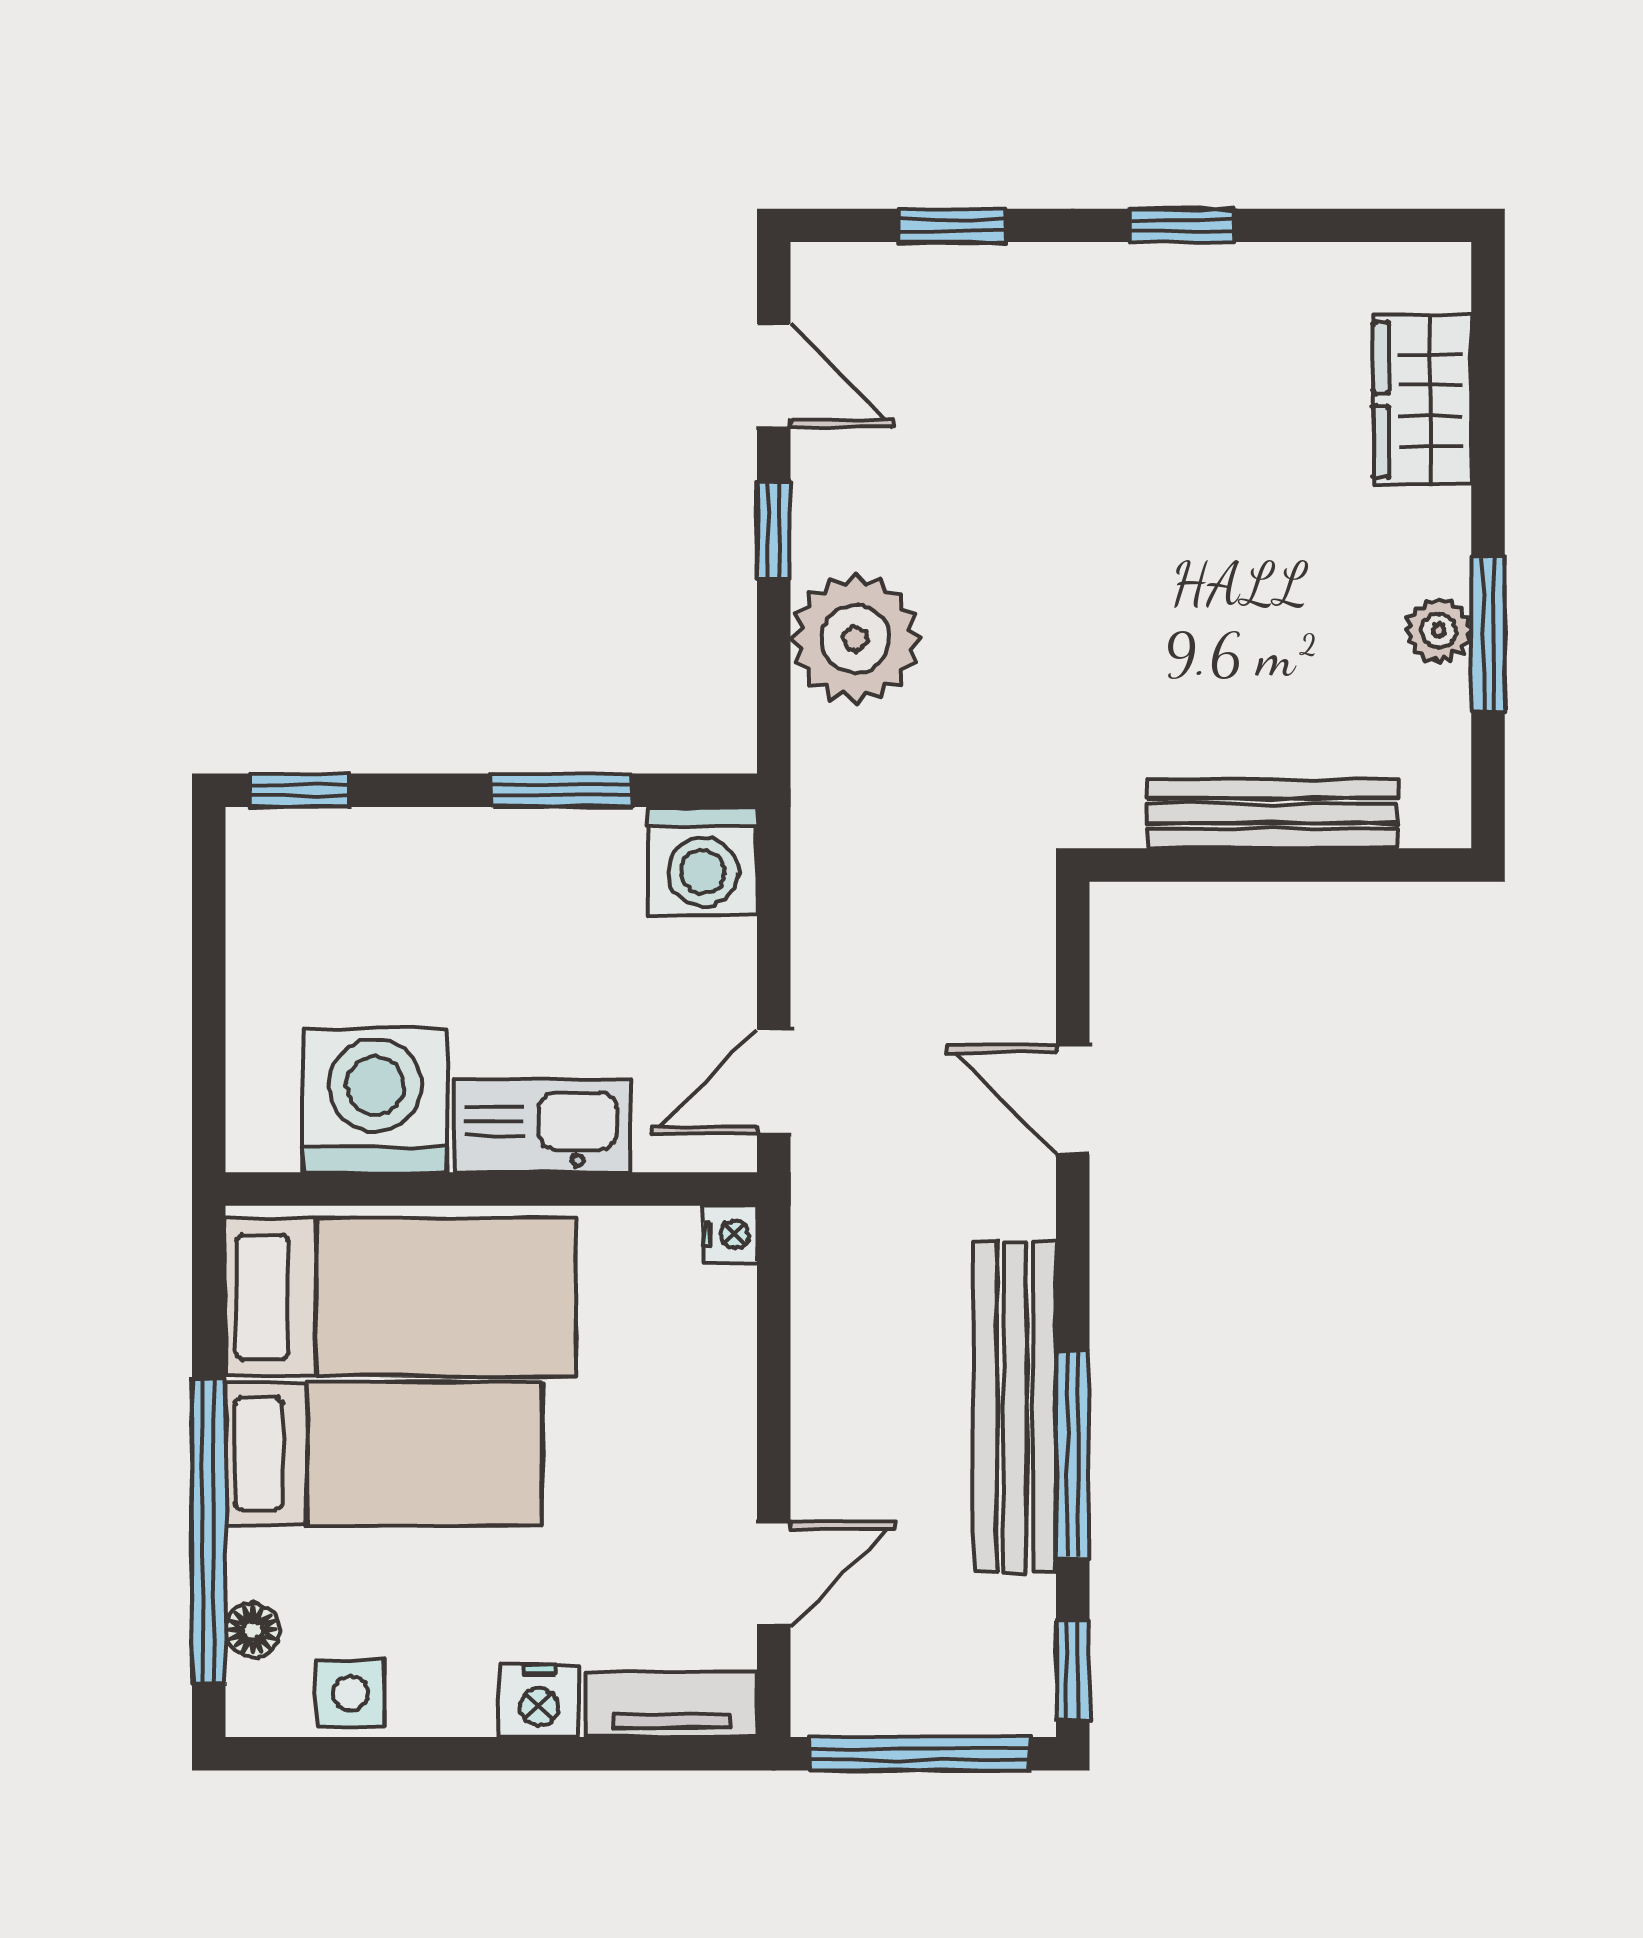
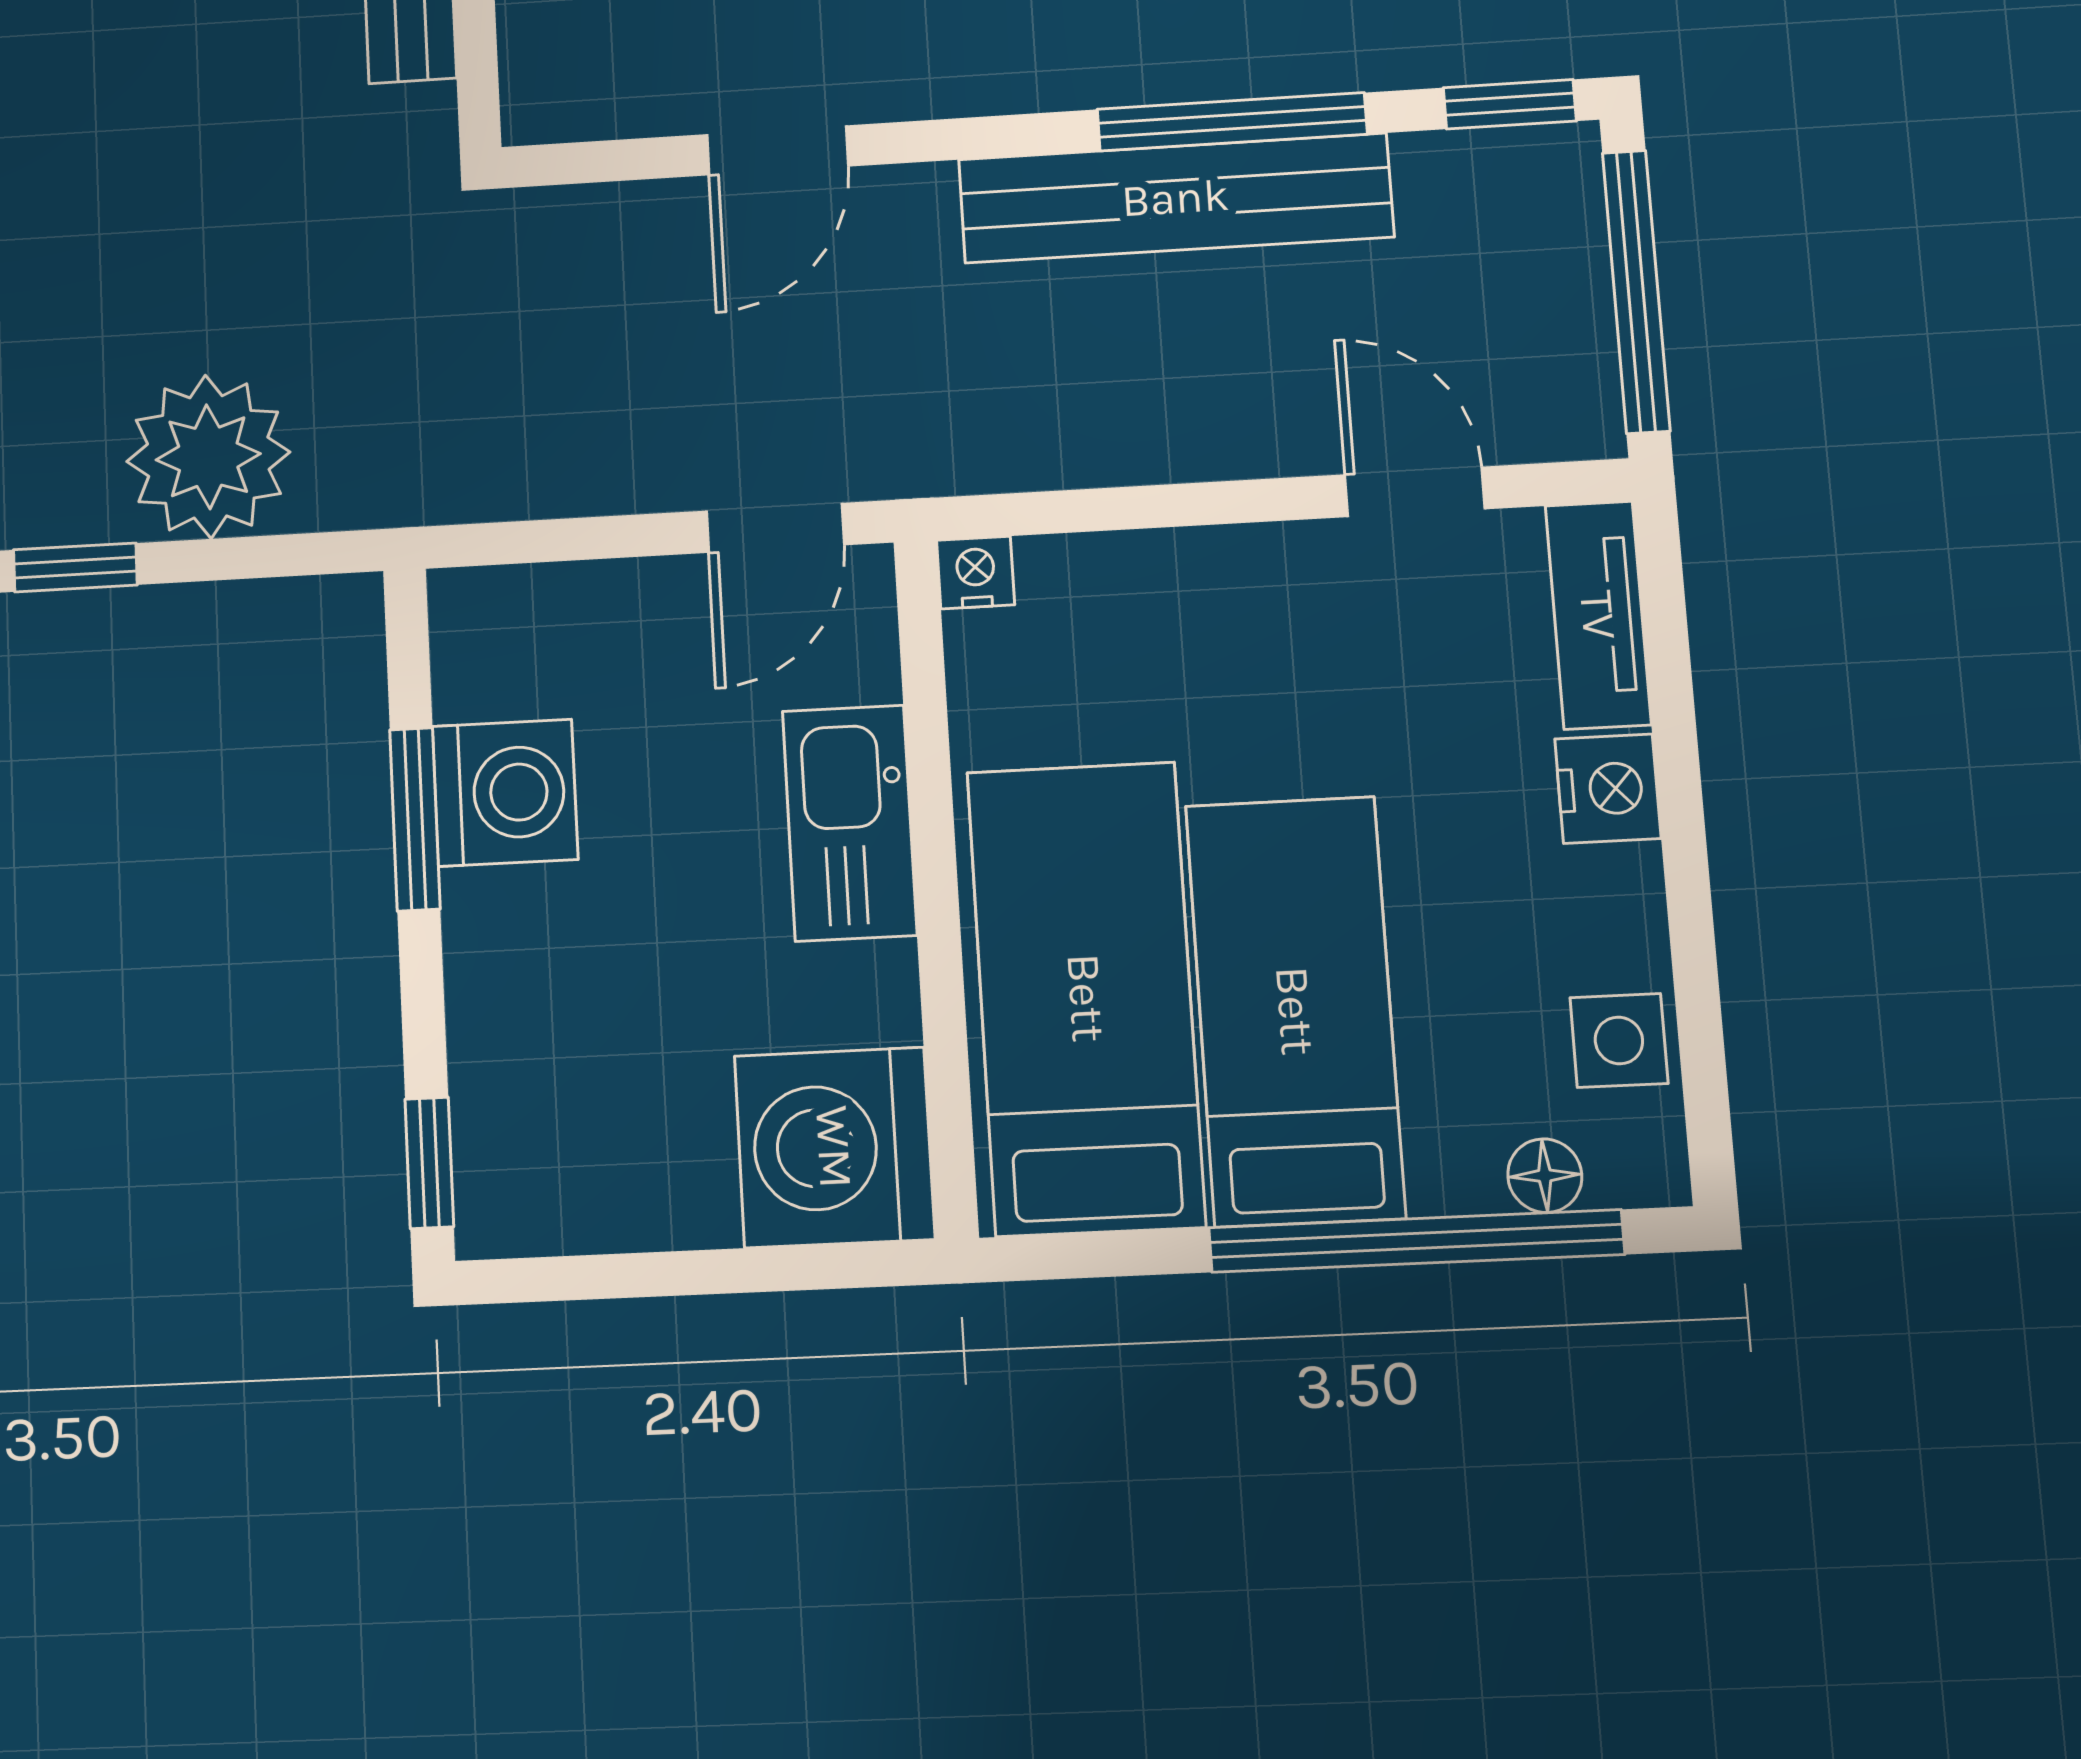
washing machine: (703, 861) -> (505, 793), moved
door: (774, 1081) -> (775, 528), hinge flipped
washing machine: (375, 1100) -> (834, 1147), moved

